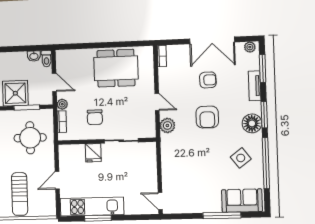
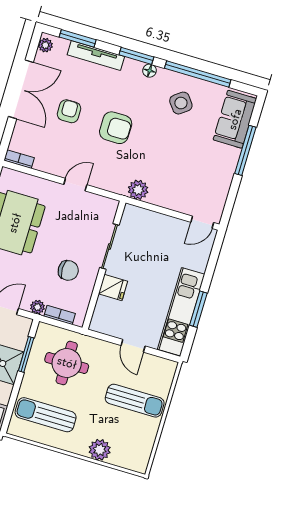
tv unit: (255, 86) -> (96, 56), width x1.41
floor lamp: (252, 123) -> (150, 71), width x0.53, depth x0.53
plant: (167, 125) -> (138, 190), moved

